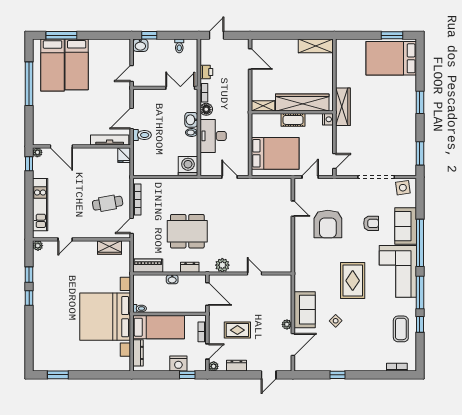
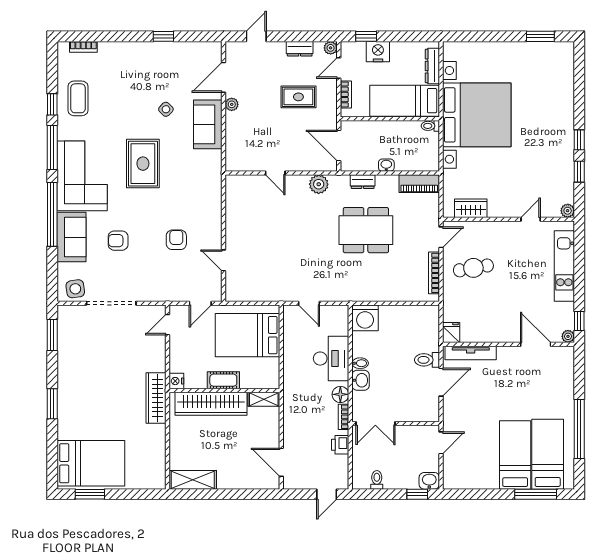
armchair: (328, 224) -> (176, 240), width x0.53, depth x0.53

